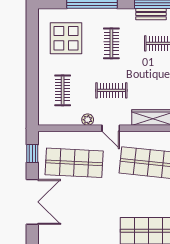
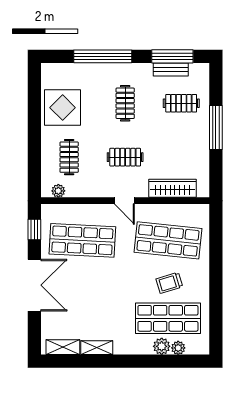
display table: (66, 38) -> (63, 108), moved
plant: (88, 120) -> (58, 191), moved
trolley: (150, 200) -> (169, 283), added

